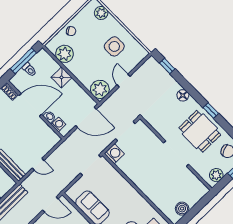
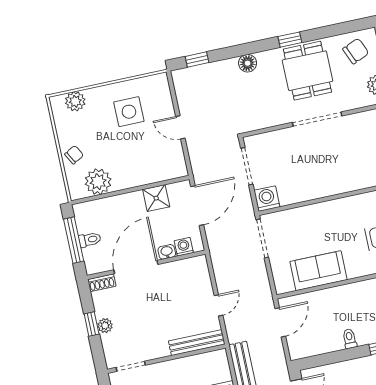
shower: (62, 77) -> (156, 198), moved
plant: (100, 89) -> (172, 165), removed
dining table: (200, 131) -> (307, 71), turned 90

